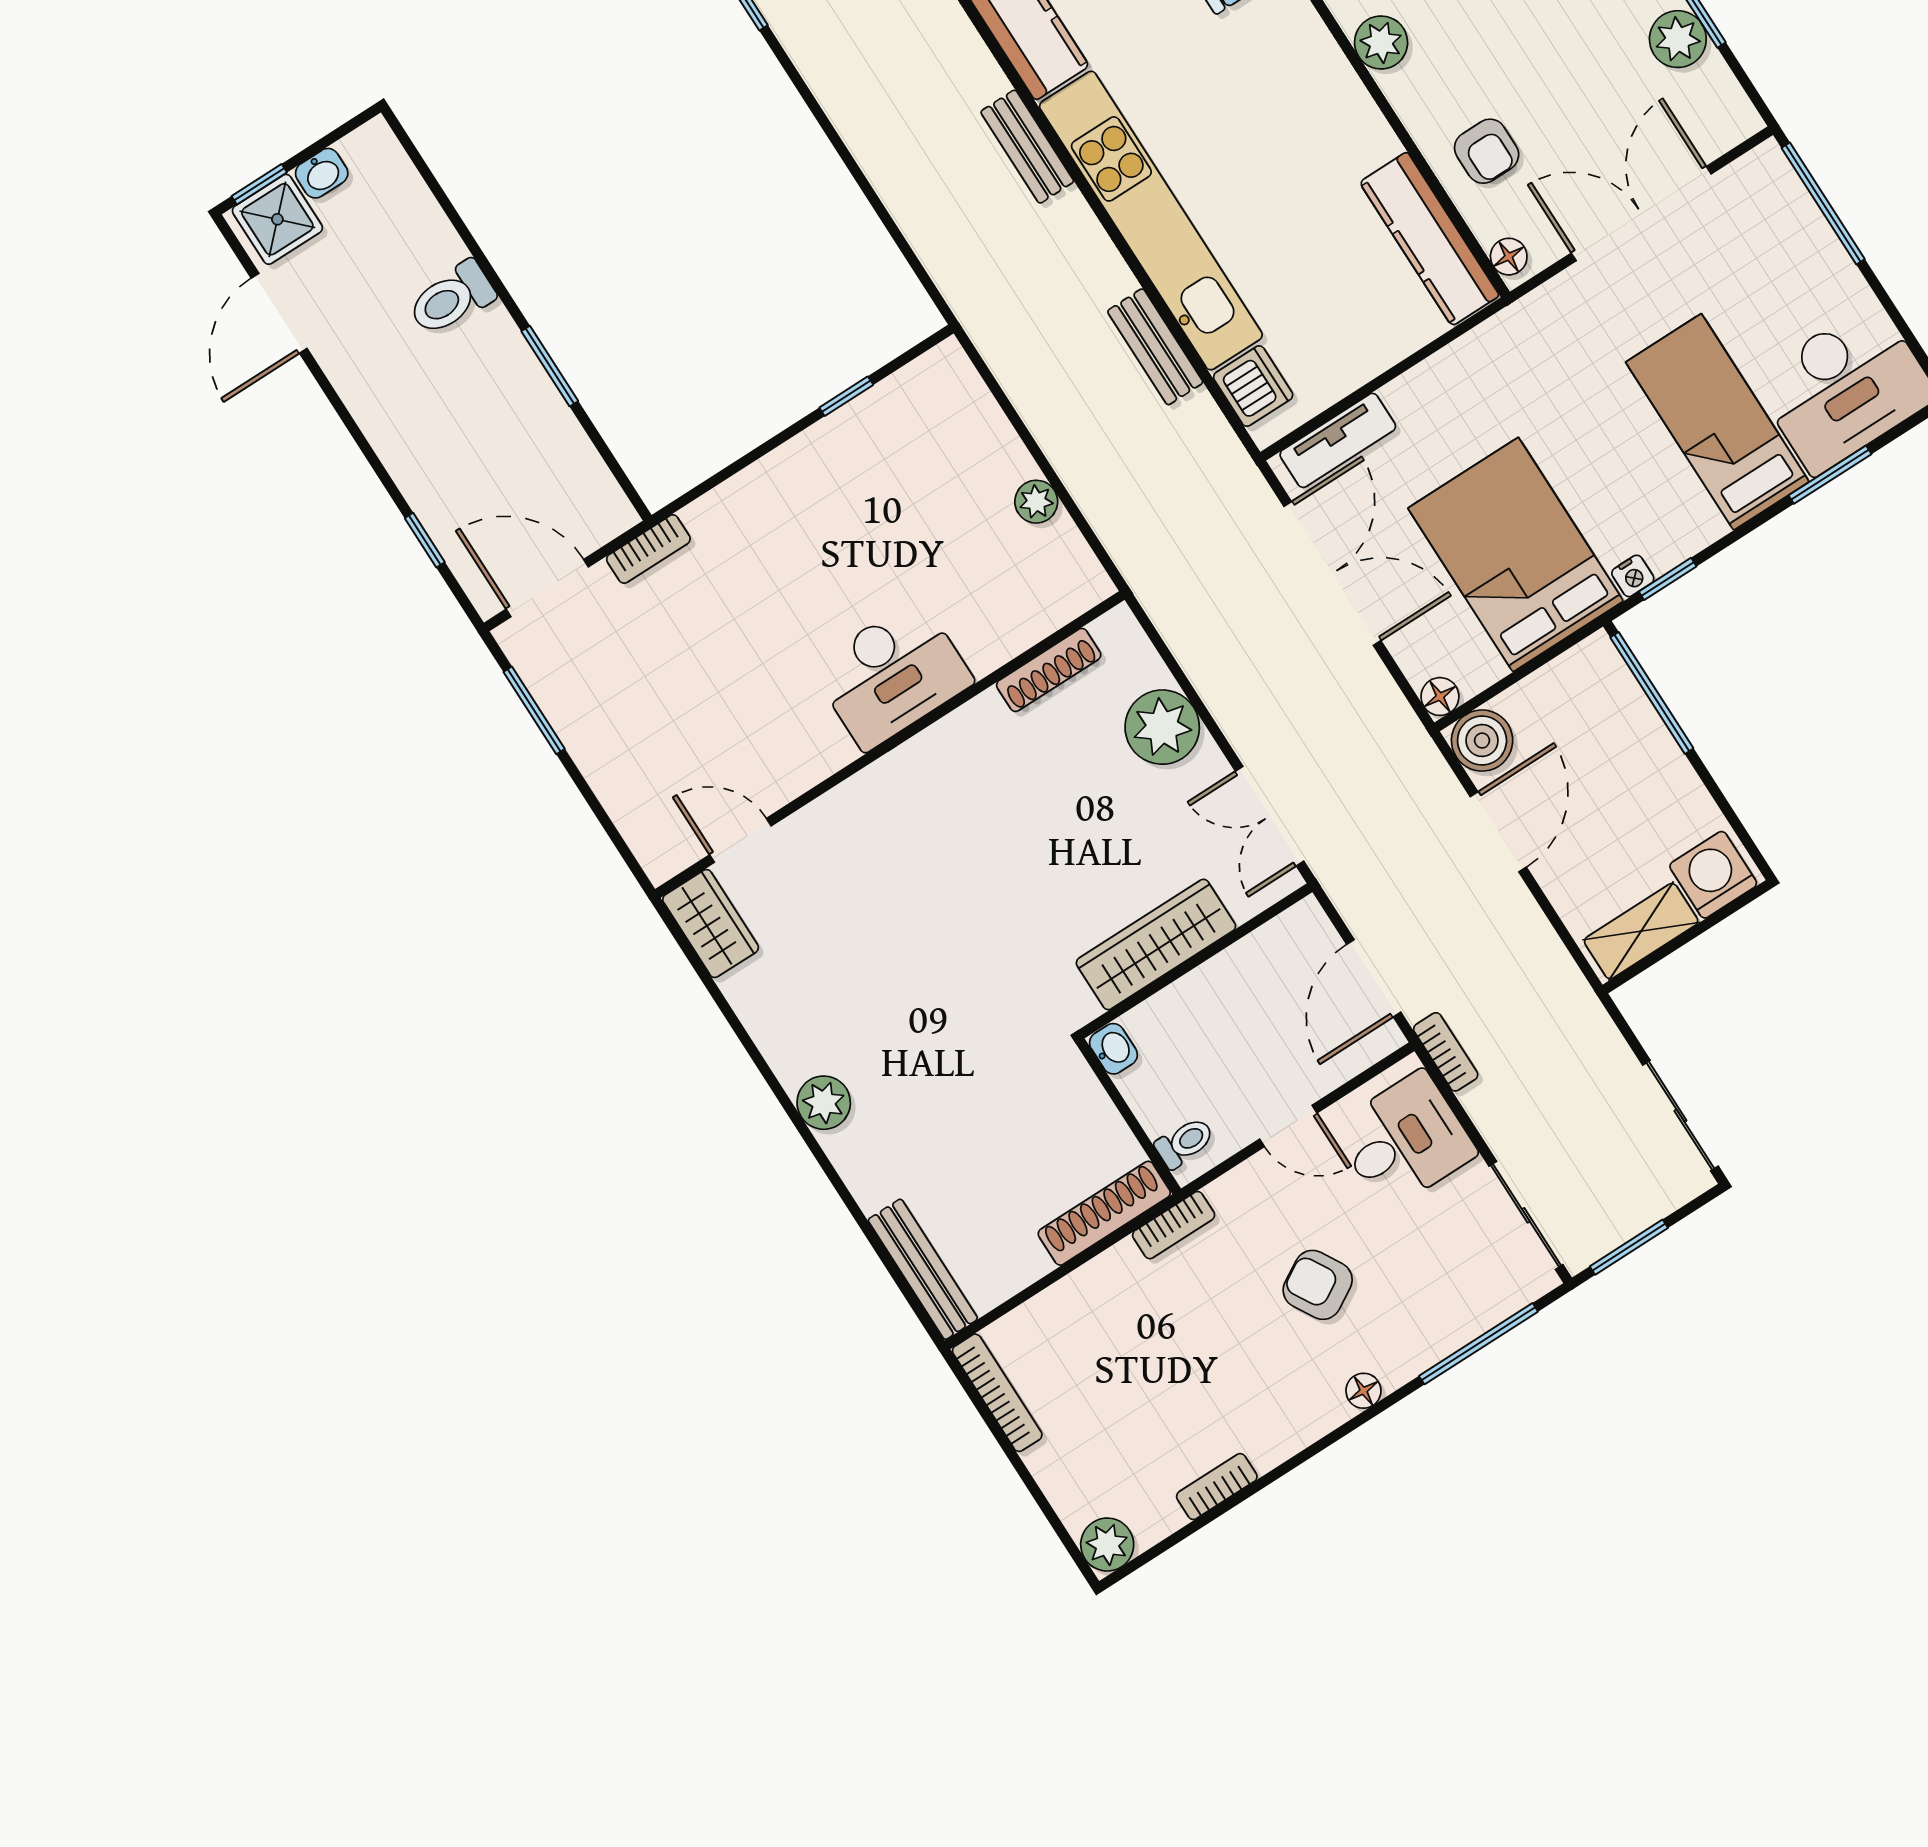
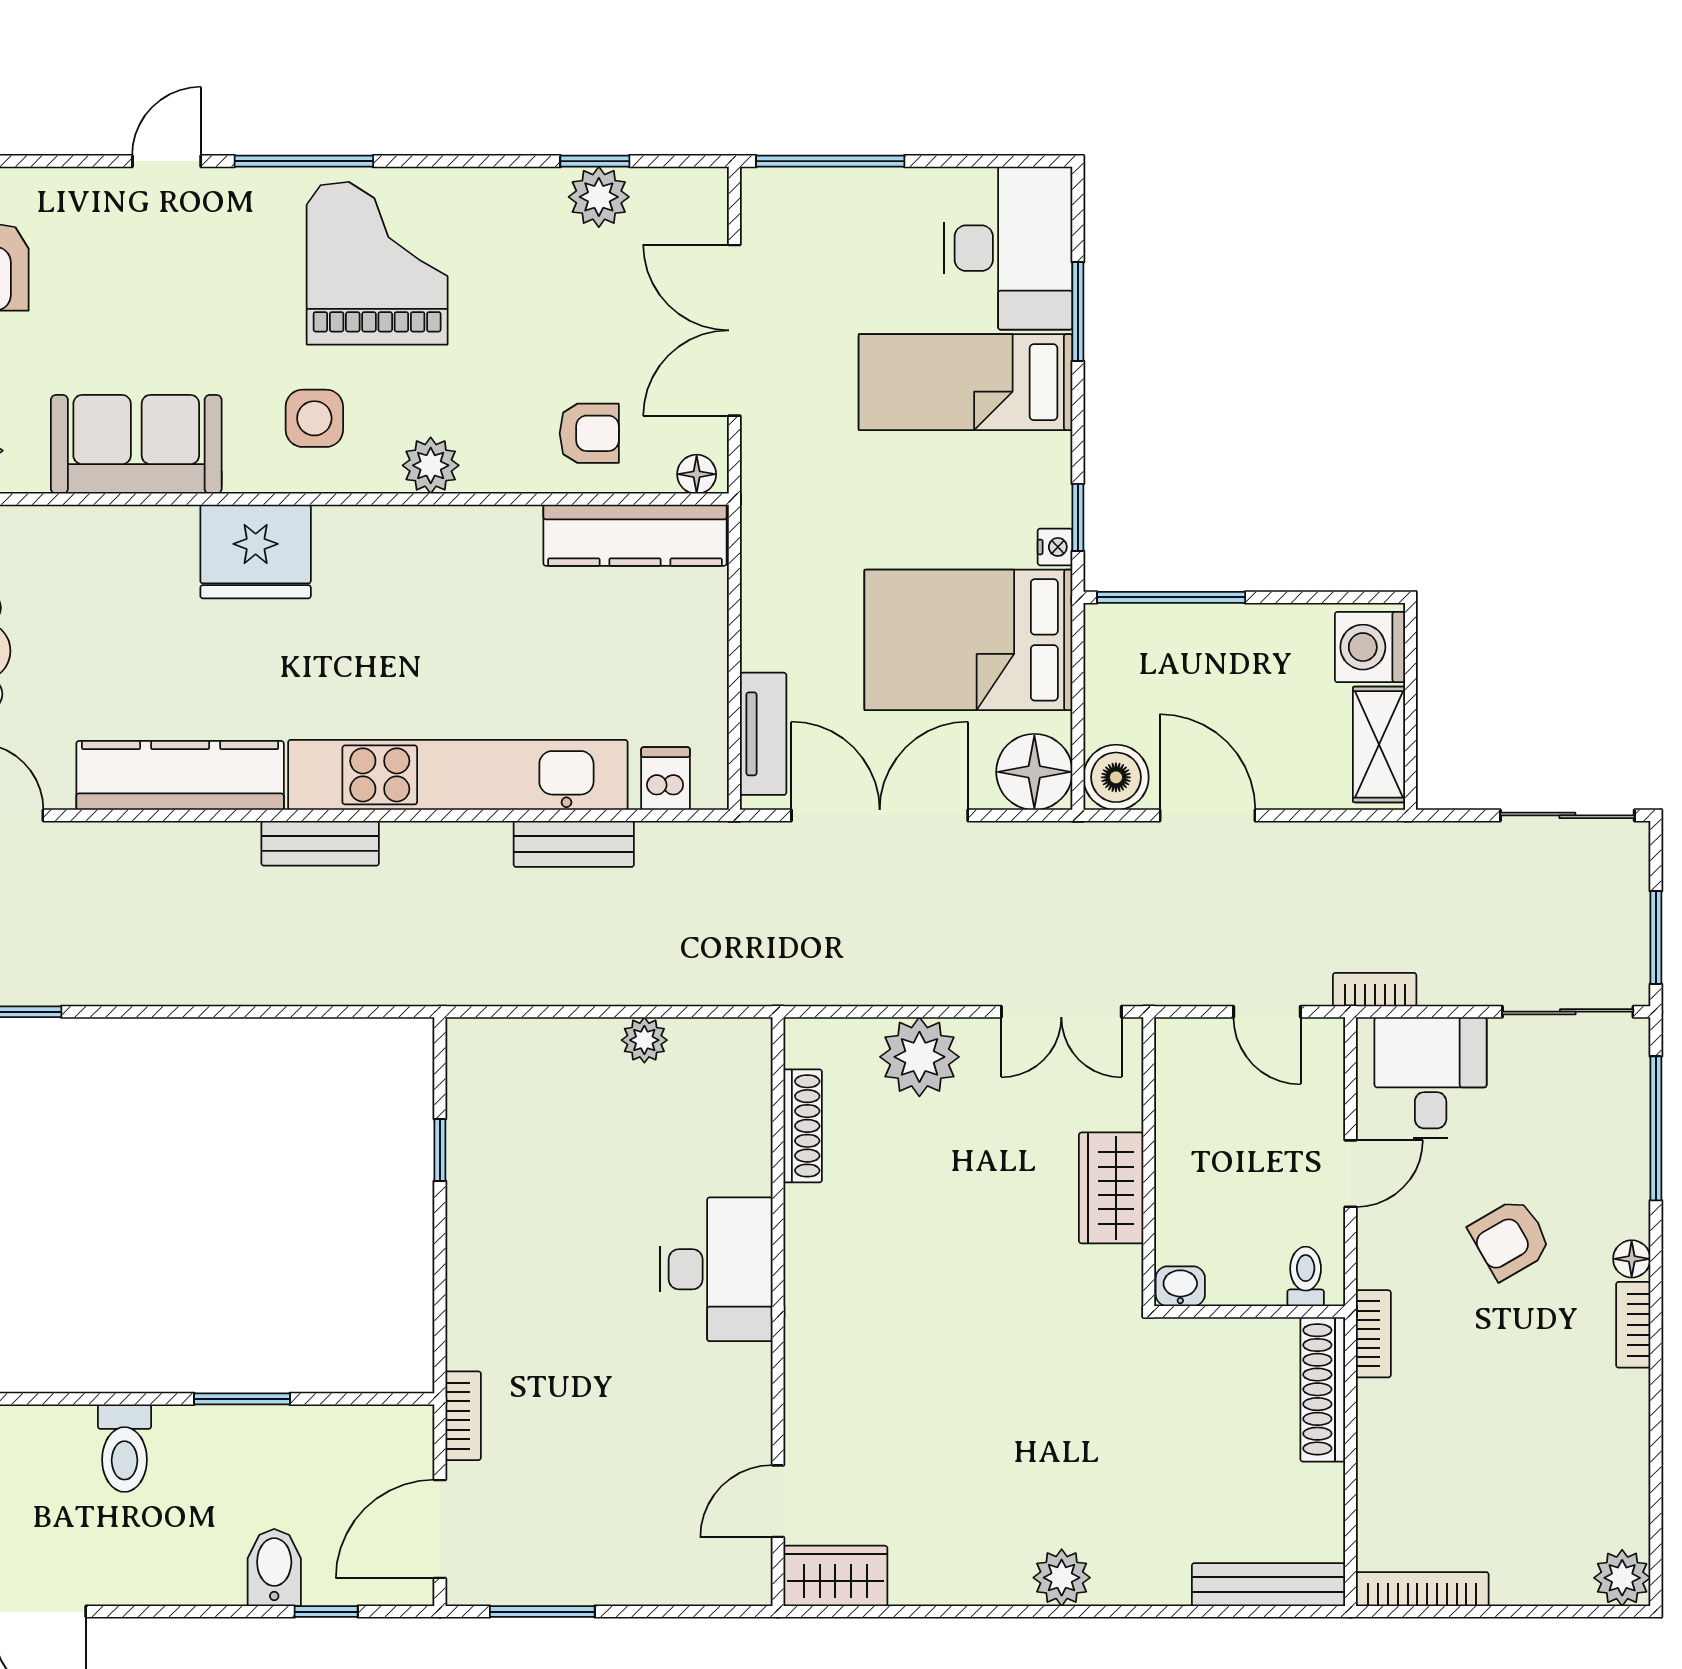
dishwasher: (1253, 386) -> (666, 779), width x0.73
bidet: (433, 477) -> (274, 1567), added
floor lamp: (1440, 697) -> (1034, 772), width x1.89, depth x1.89
wardrobe: (1156, 944) -> (1111, 1188), width x0.67
door: (1374, 978) -> (1267, 1012), width x0.73
bookcase: (1217, 1487) -> (1633, 1325), moved

